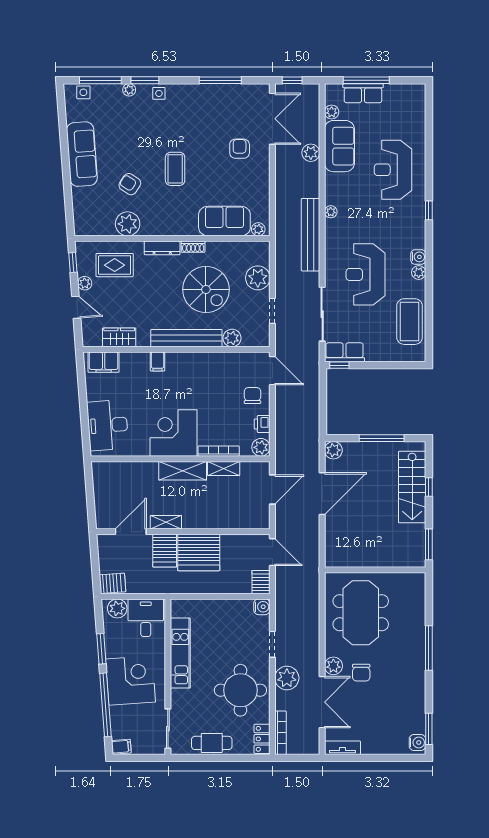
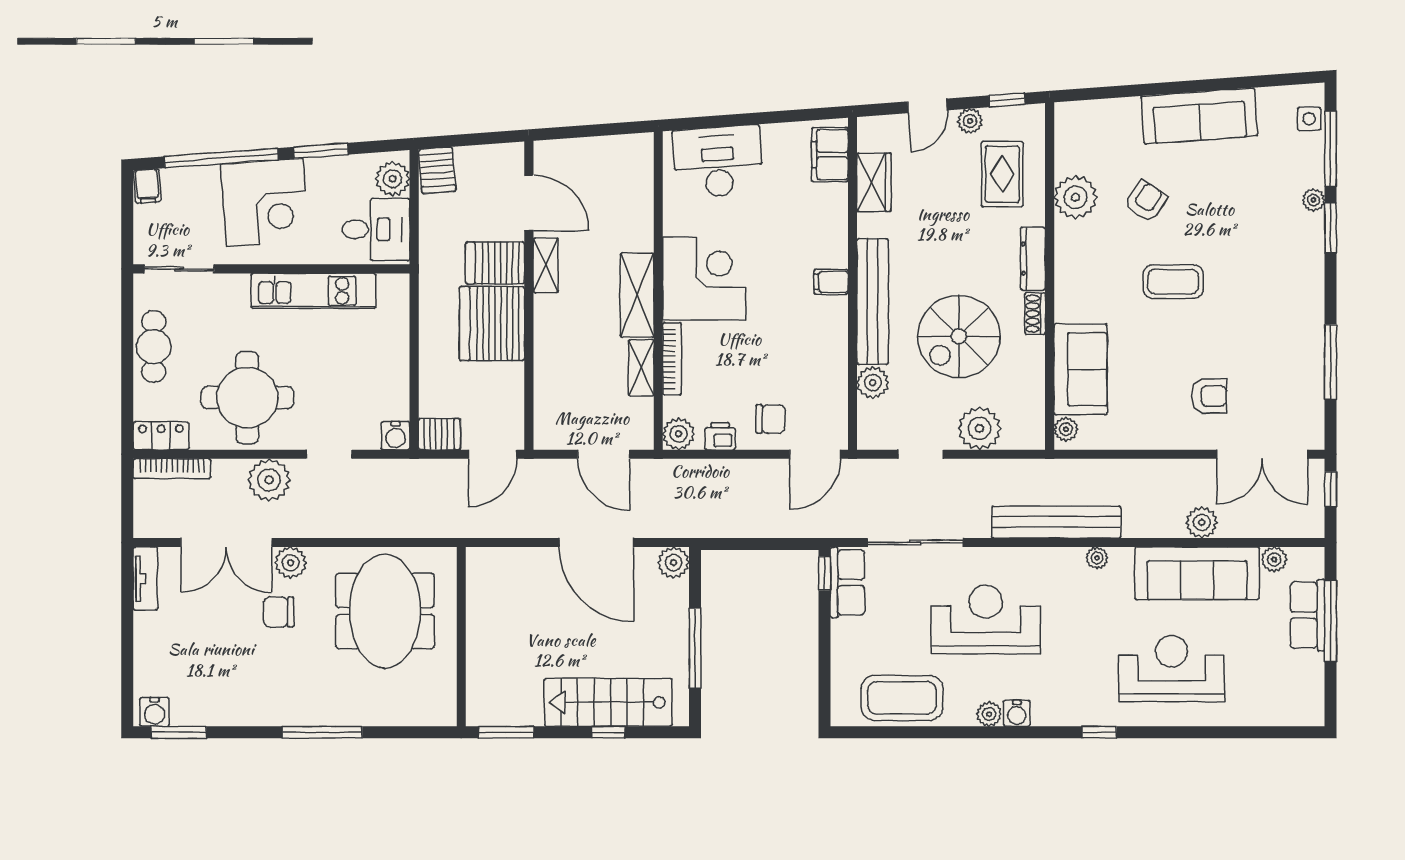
side table: (159, 93) -> (1307, 253), removed
sofa: (339, 146) -> (1197, 573), width x1.36
filing cabinet: (158, 361) -> (831, 282), moved
meeting table: (361, 613) -> (385, 611), turned 90

